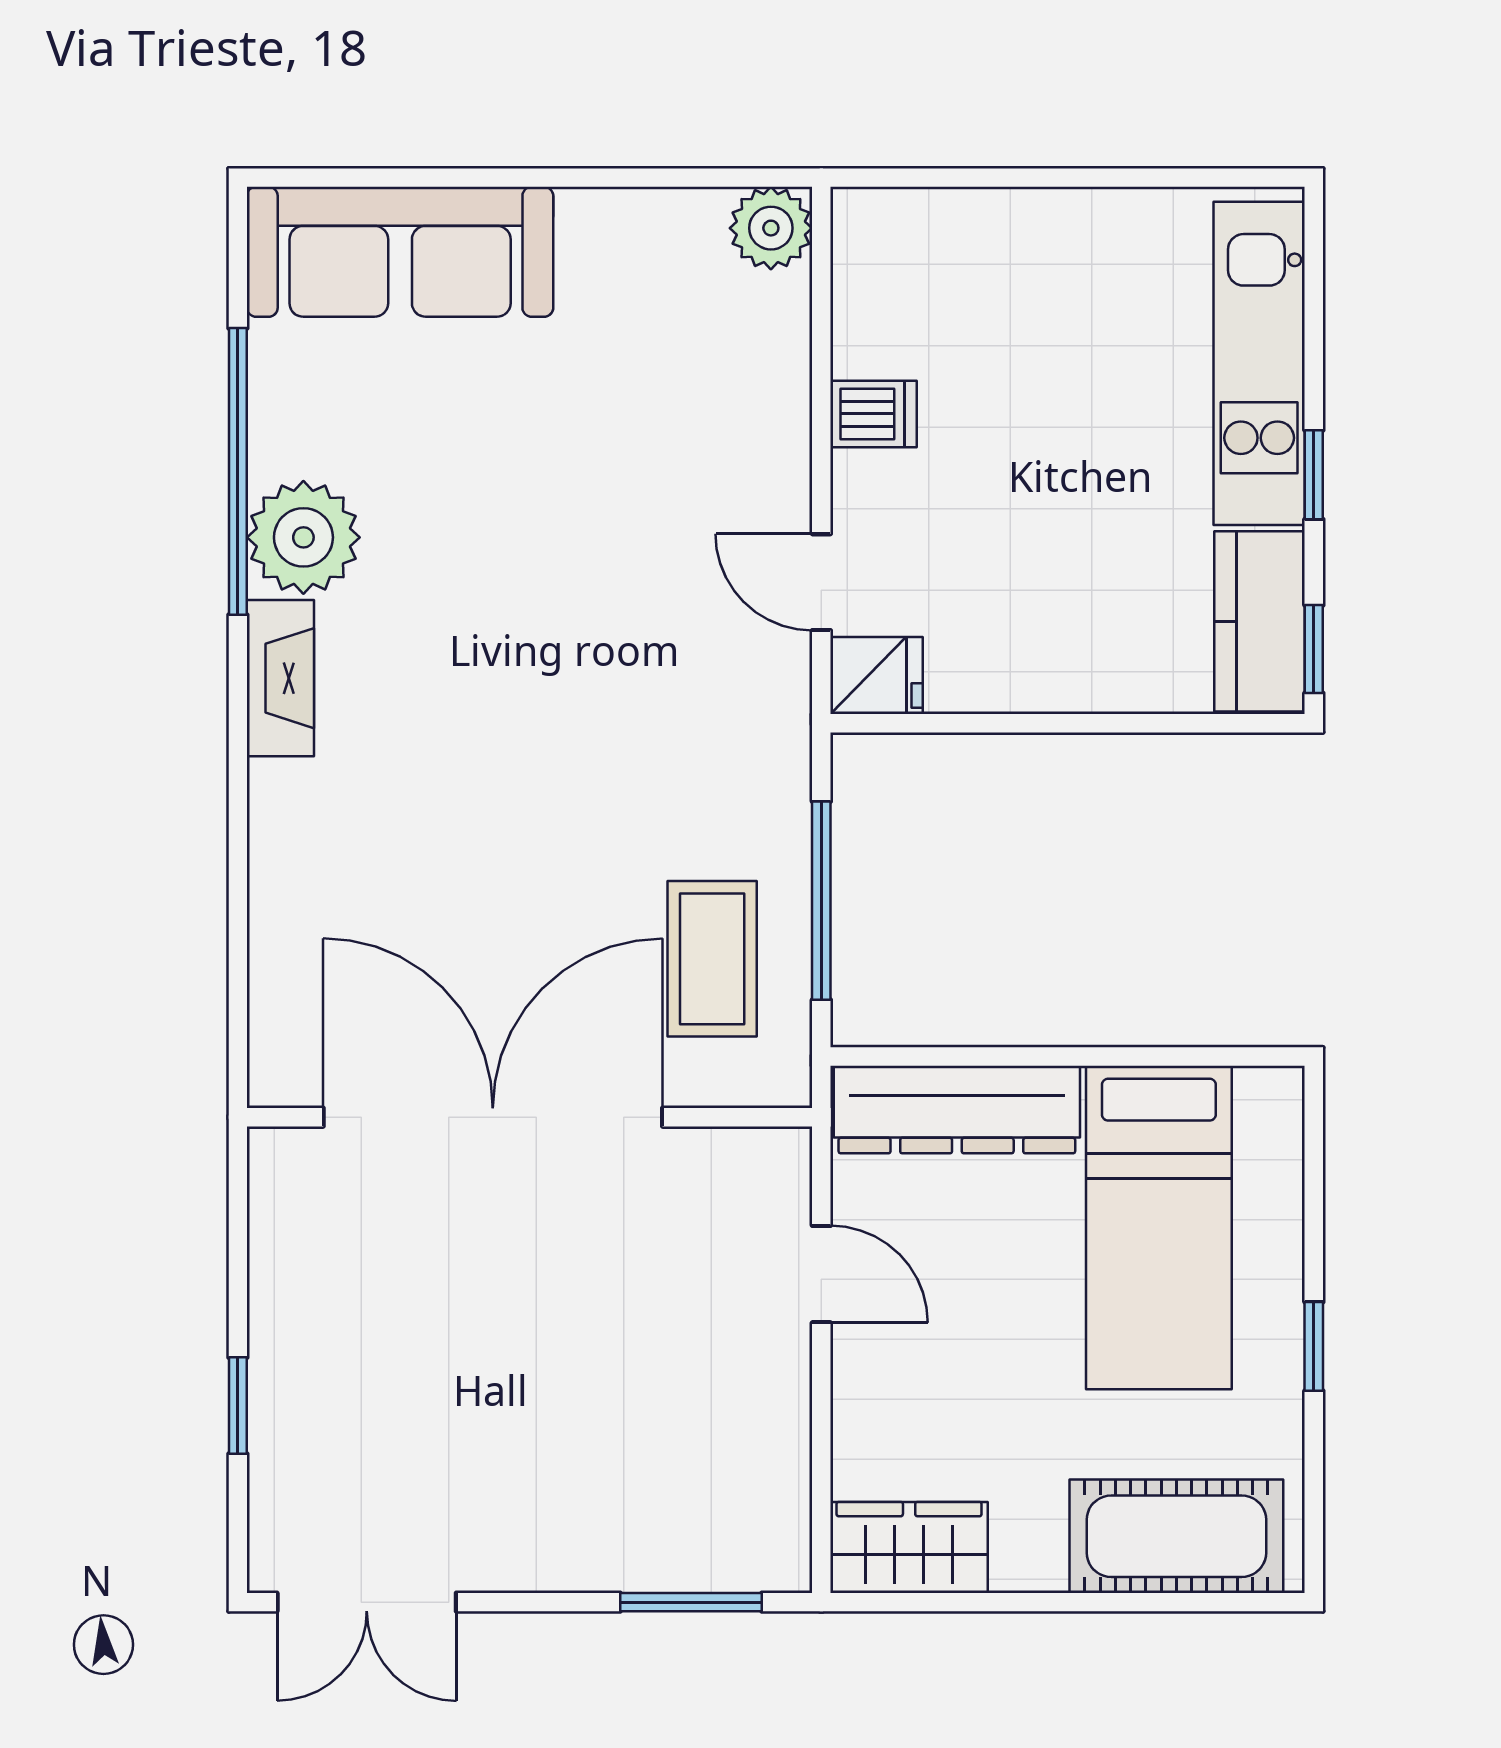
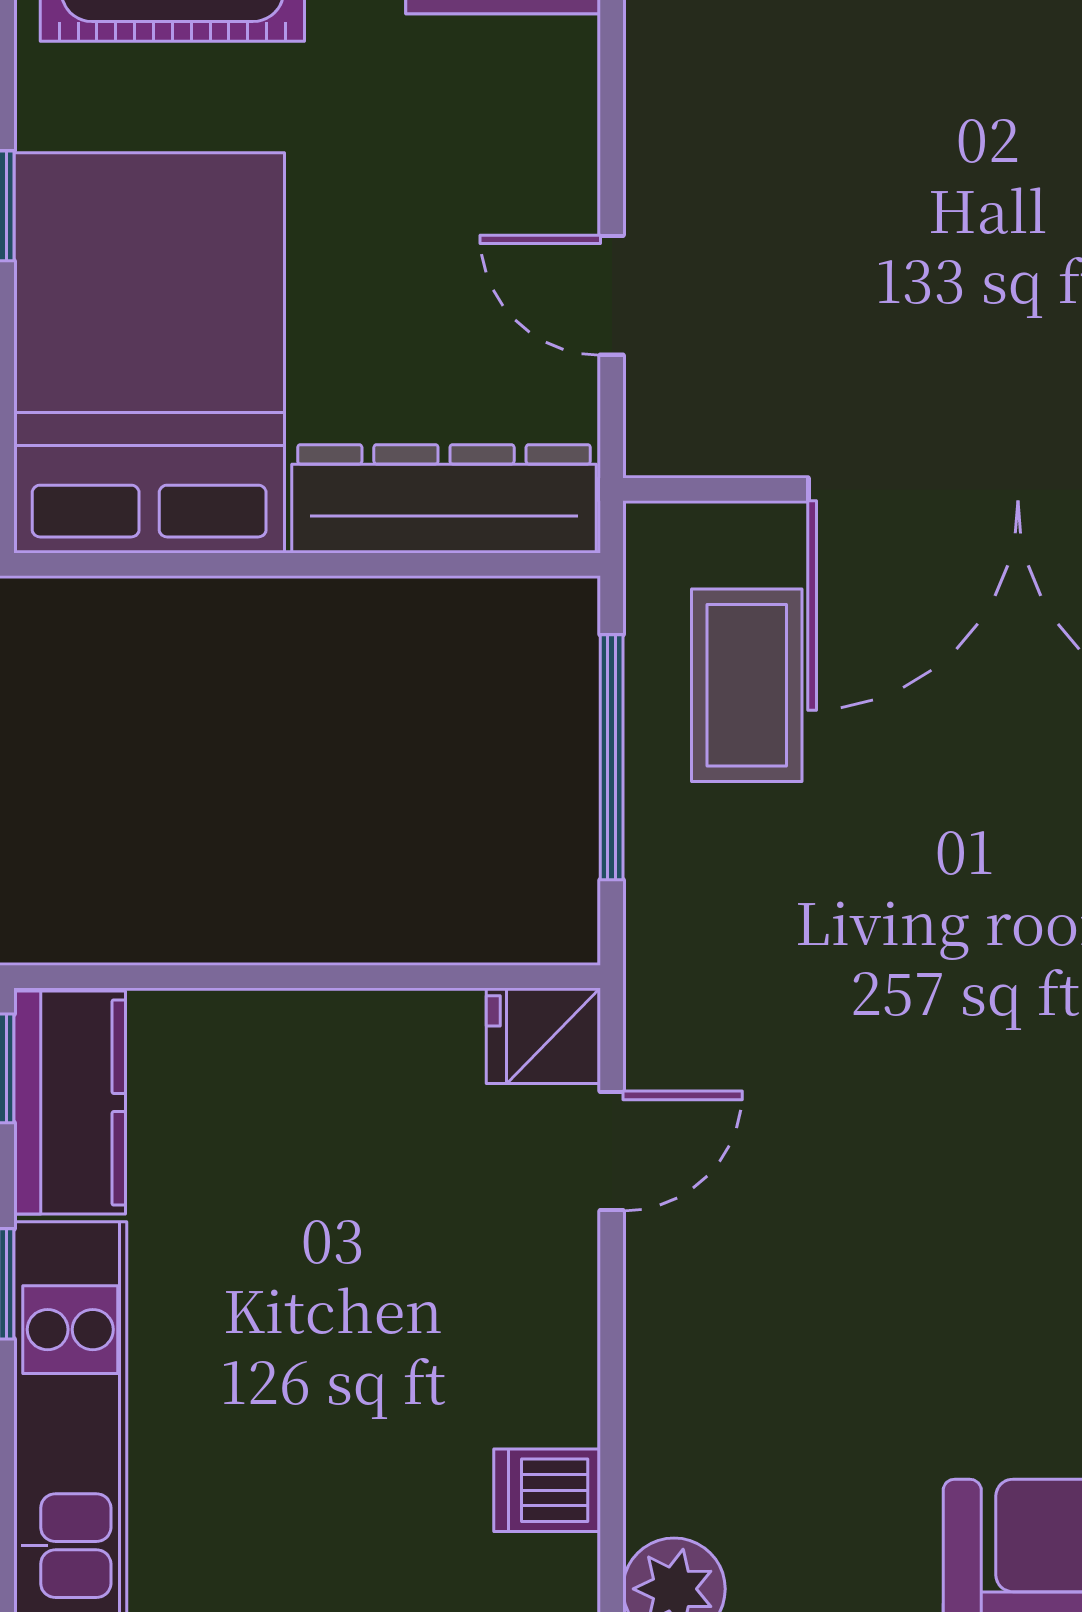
dishwasher: (873, 414) -> (547, 1490), moved
door: (821, 582) -> (612, 1151), hinge flipped
bed: (1159, 1228) -> (149, 353), width x1.50

